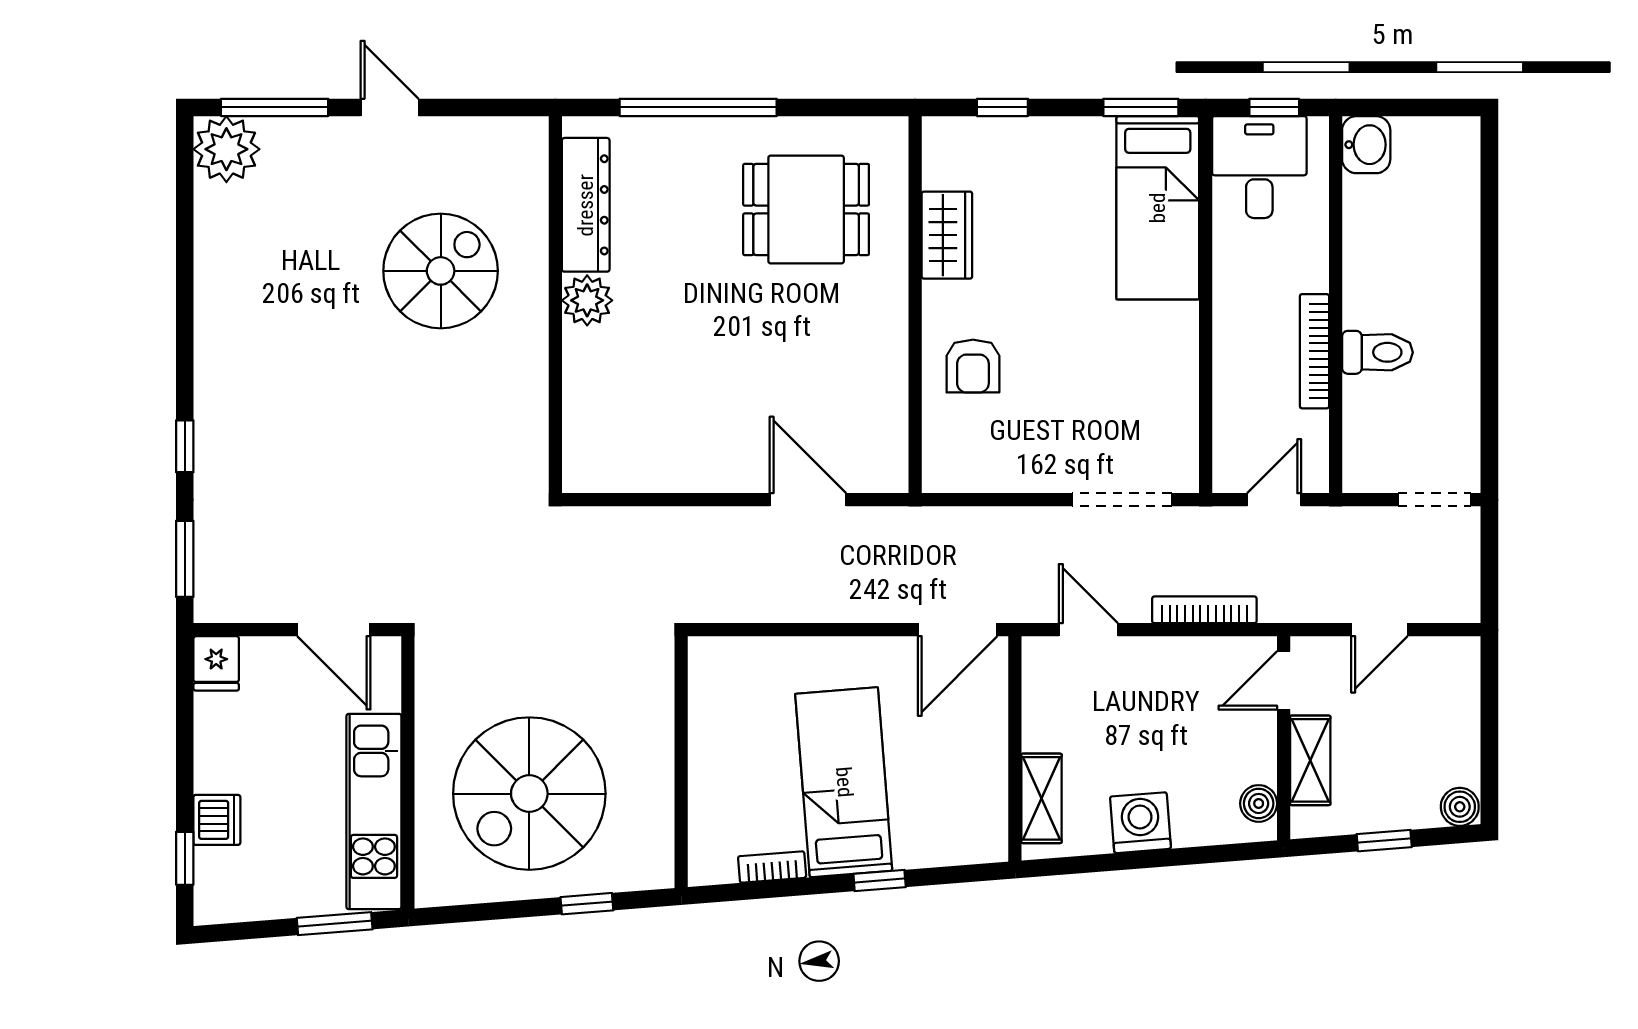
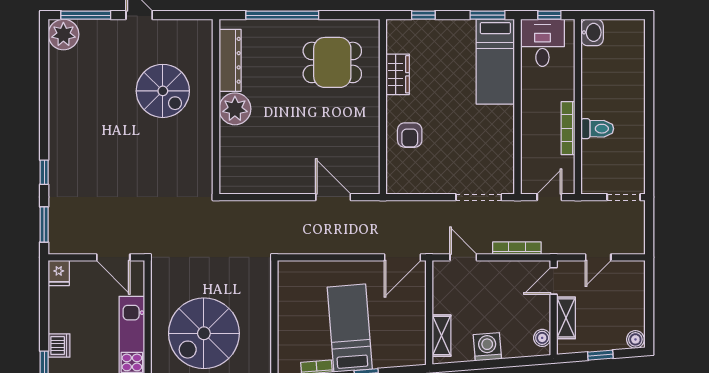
spiral stairs: (441, 271) -> (163, 91), turned 90
plant: (587, 300) -> (235, 109), width x1.36, depth x1.36

